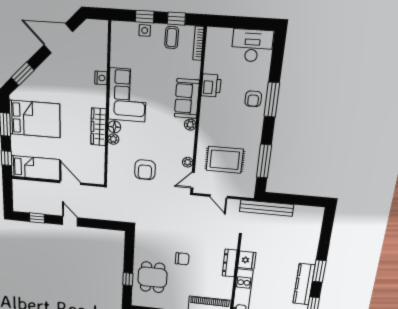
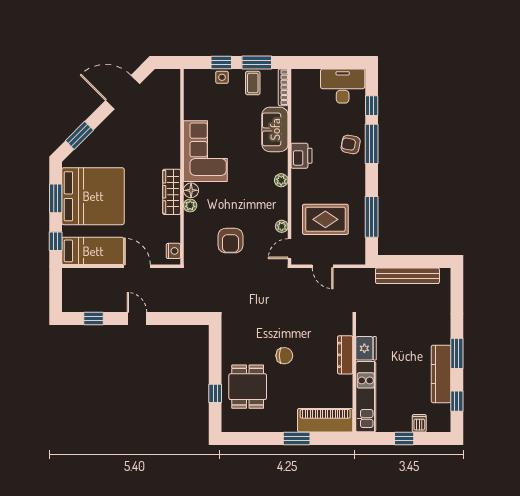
window: (176, 19) -> (257, 63), width x1.50
window: (276, 66) -> (372, 106), added
nightstand: (101, 78) -> (173, 251), moved
printer: (211, 85) -> (301, 156), moved
sofa: (187, 99) -> (275, 129), moved
armchair: (253, 99) -> (351, 144), turned 101
bed: (35, 119) -> (93, 196), width x1.36
bench: (266, 208) -> (407, 276), moved

